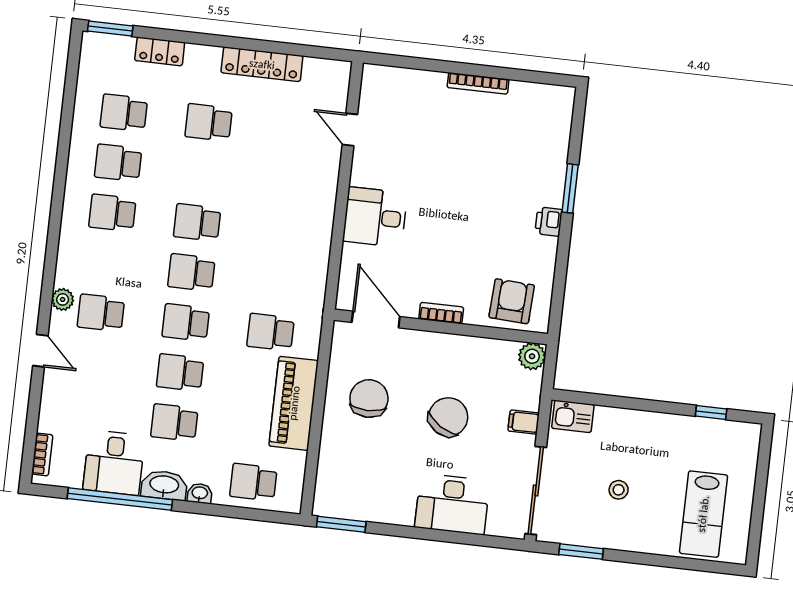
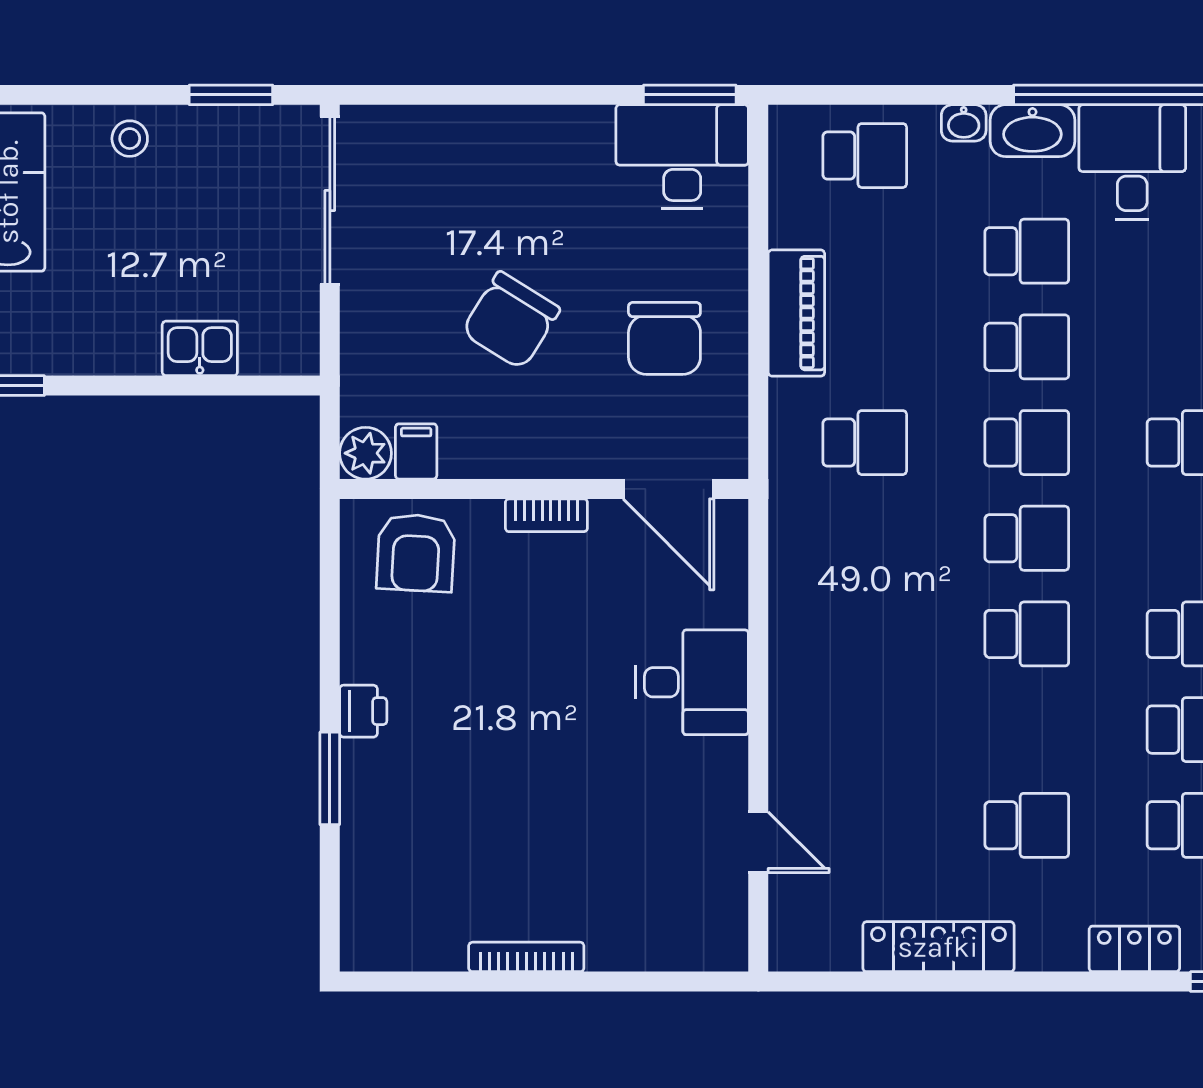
piano: (294, 403) -> (796, 313), width x0.73, depth x0.75
kitchen sink: (573, 416) -> (200, 348), moved
filing cabinet: (524, 422) -> (416, 451), moved, turned -90
stool: (619, 490) -> (130, 139), moved
desk: (452, 504) -> (682, 157), moved

